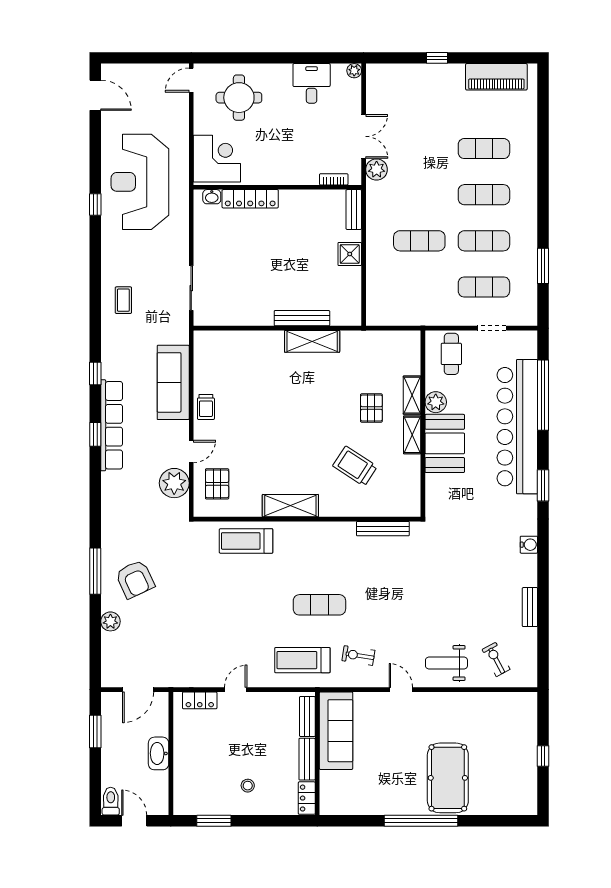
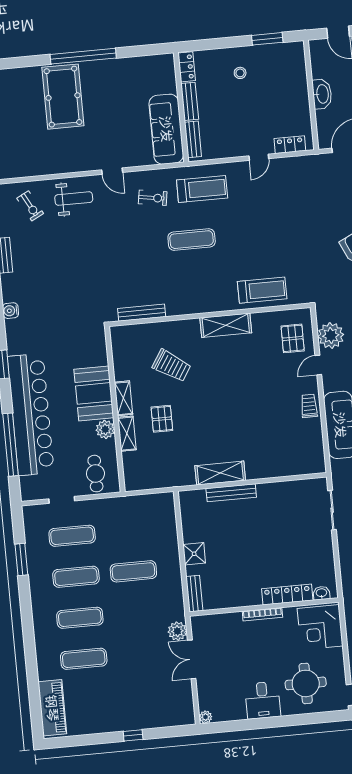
piano: (496, 77) -> (52, 708), moved, turned 90
desk: (312, 83) -> (263, 700), moved
bookcase: (334, 179) -> (262, 614), moved, width x1.56

